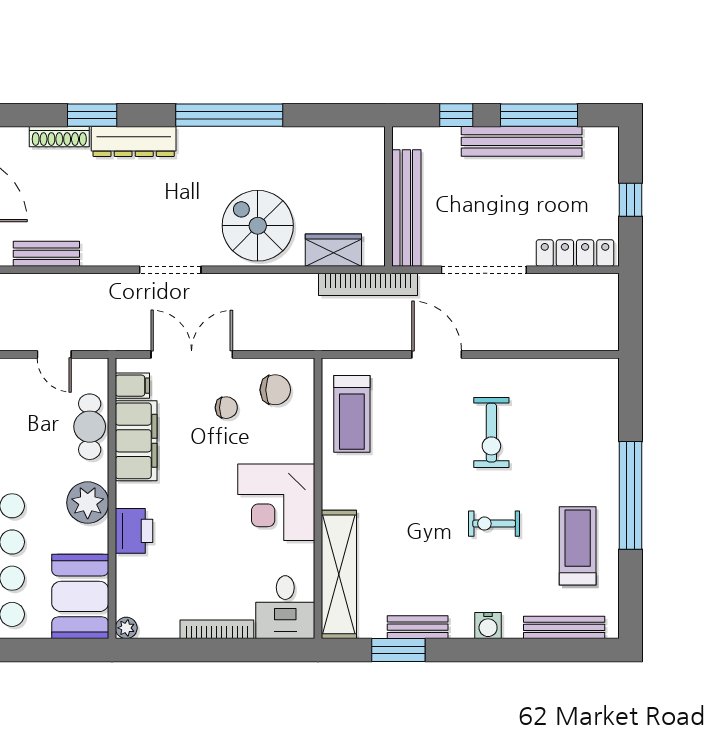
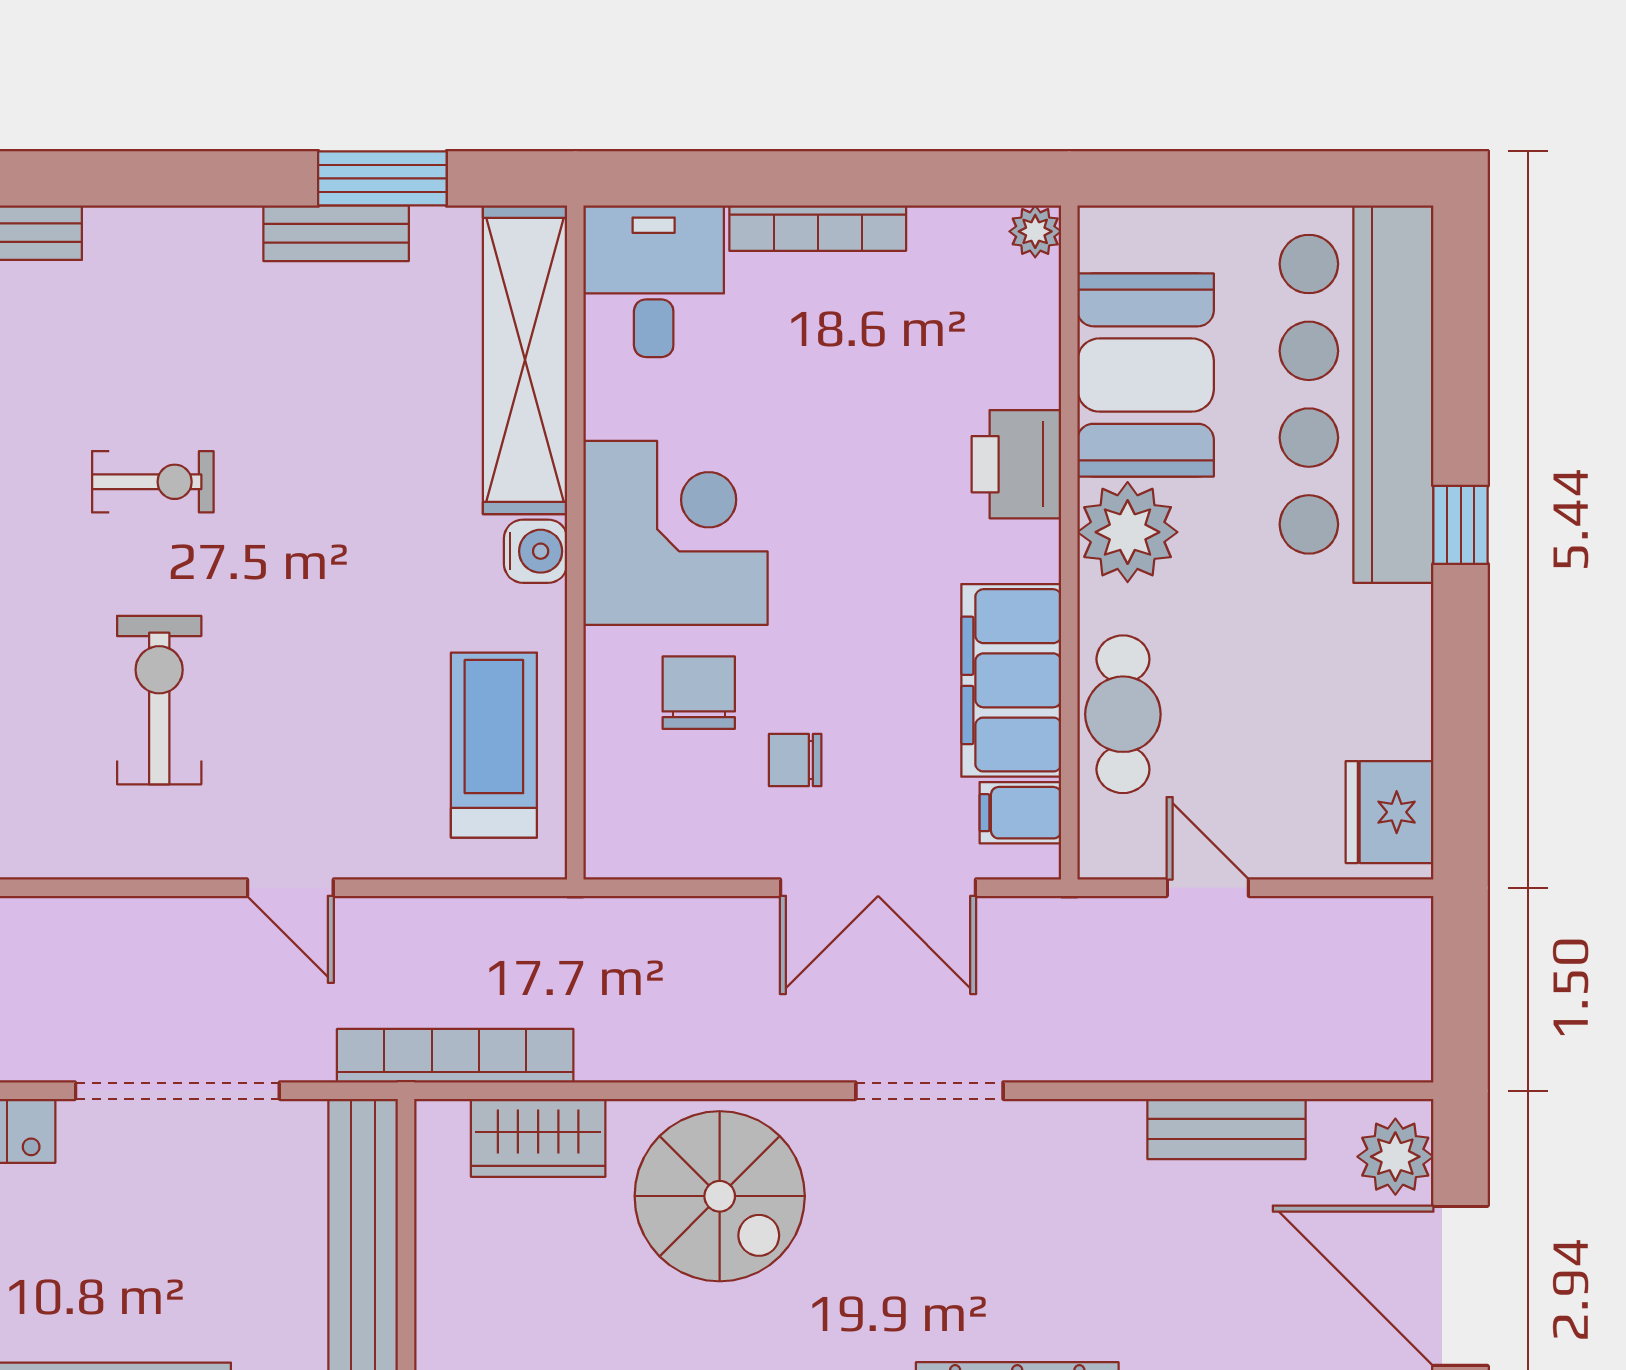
door: (437, 354) -> (290, 888), width x0.73
chair: (275, 390) -> (699, 693), moved, turned 90
booth: (80, 596) -> (1146, 375), moved
water cooler: (488, 626) -> (536, 551), moved, turned 90

